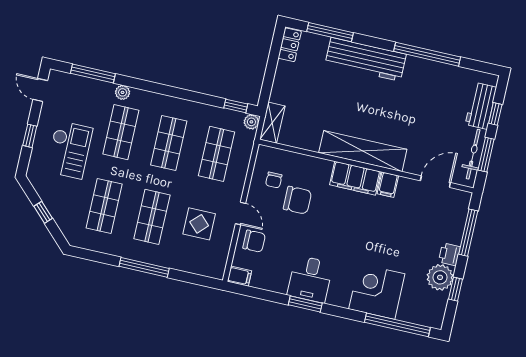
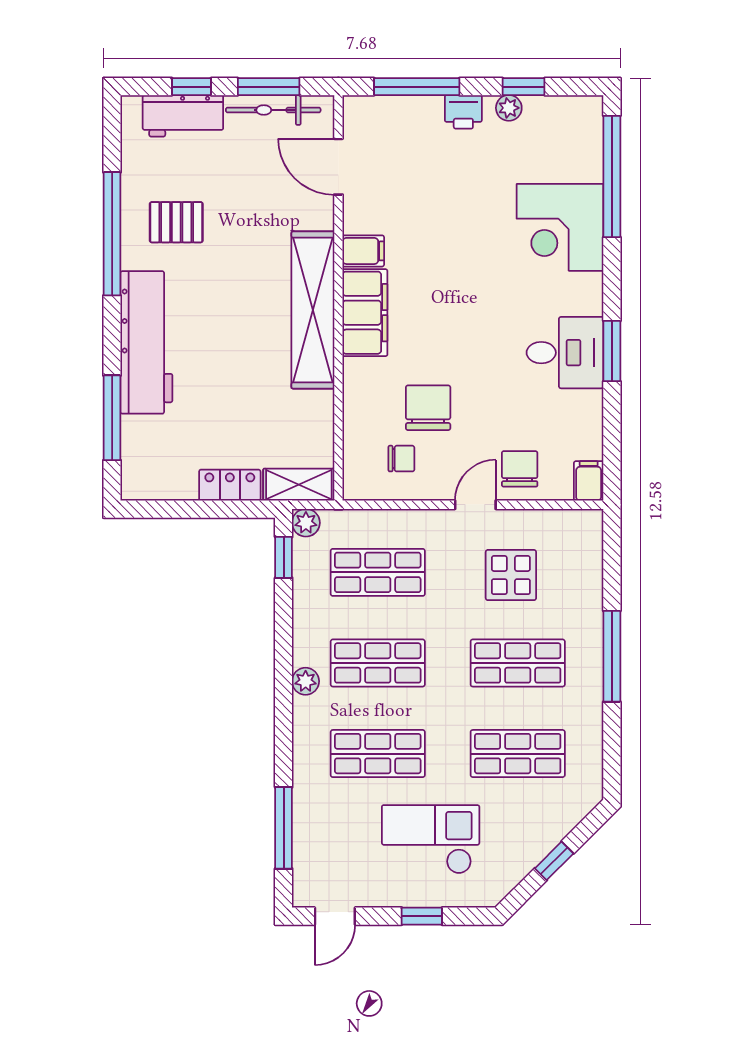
locker: (290, 45) -> (230, 485), moved
pallet: (426, 89) -> (176, 222), added
plant: (123, 92) -> (306, 681), moved
plant: (440, 277) -> (509, 108), width x0.53, depth x0.53

